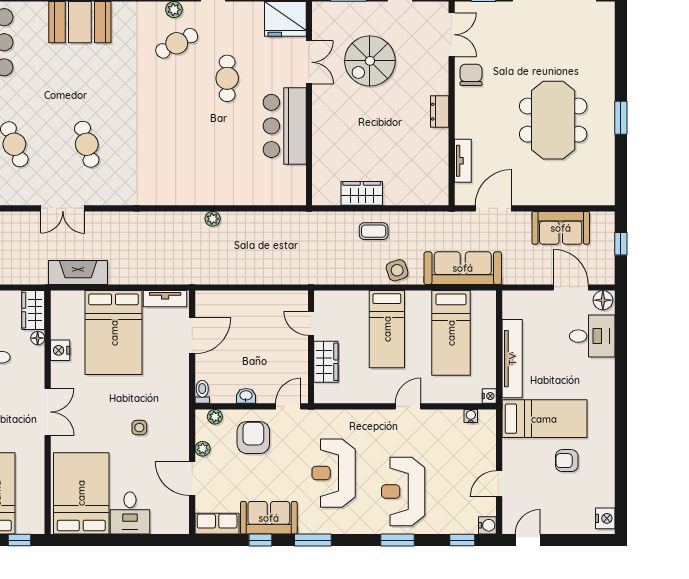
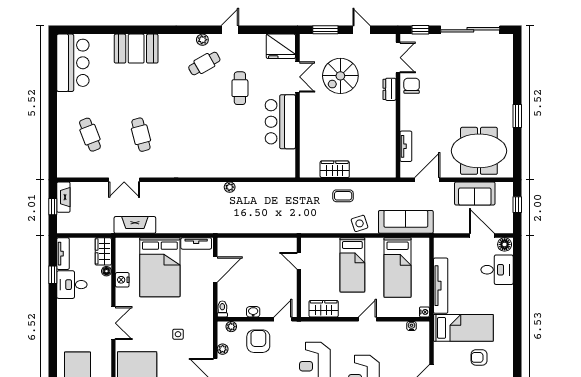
dresser: (440, 112) -> (390, 89), moved
meeting table: (553, 120) -> (479, 151), moved, turned 90
wardrobe: (326, 362) -> (324, 309), moved, turned -90

